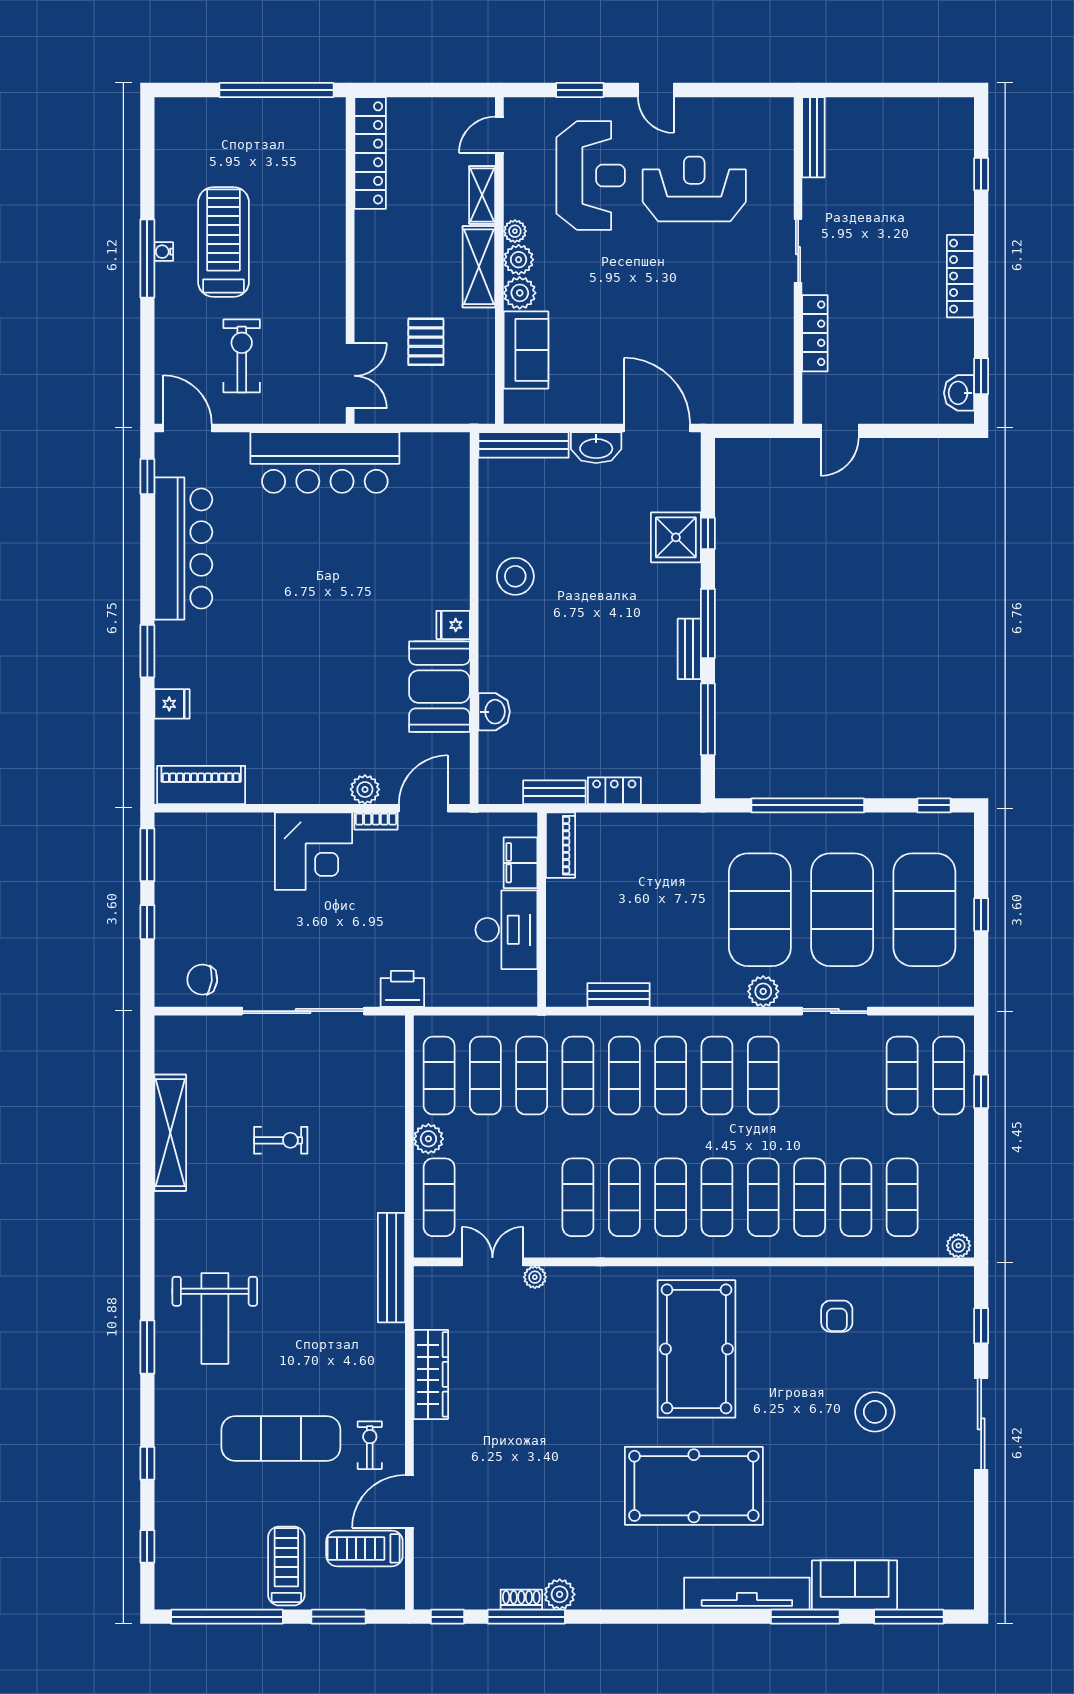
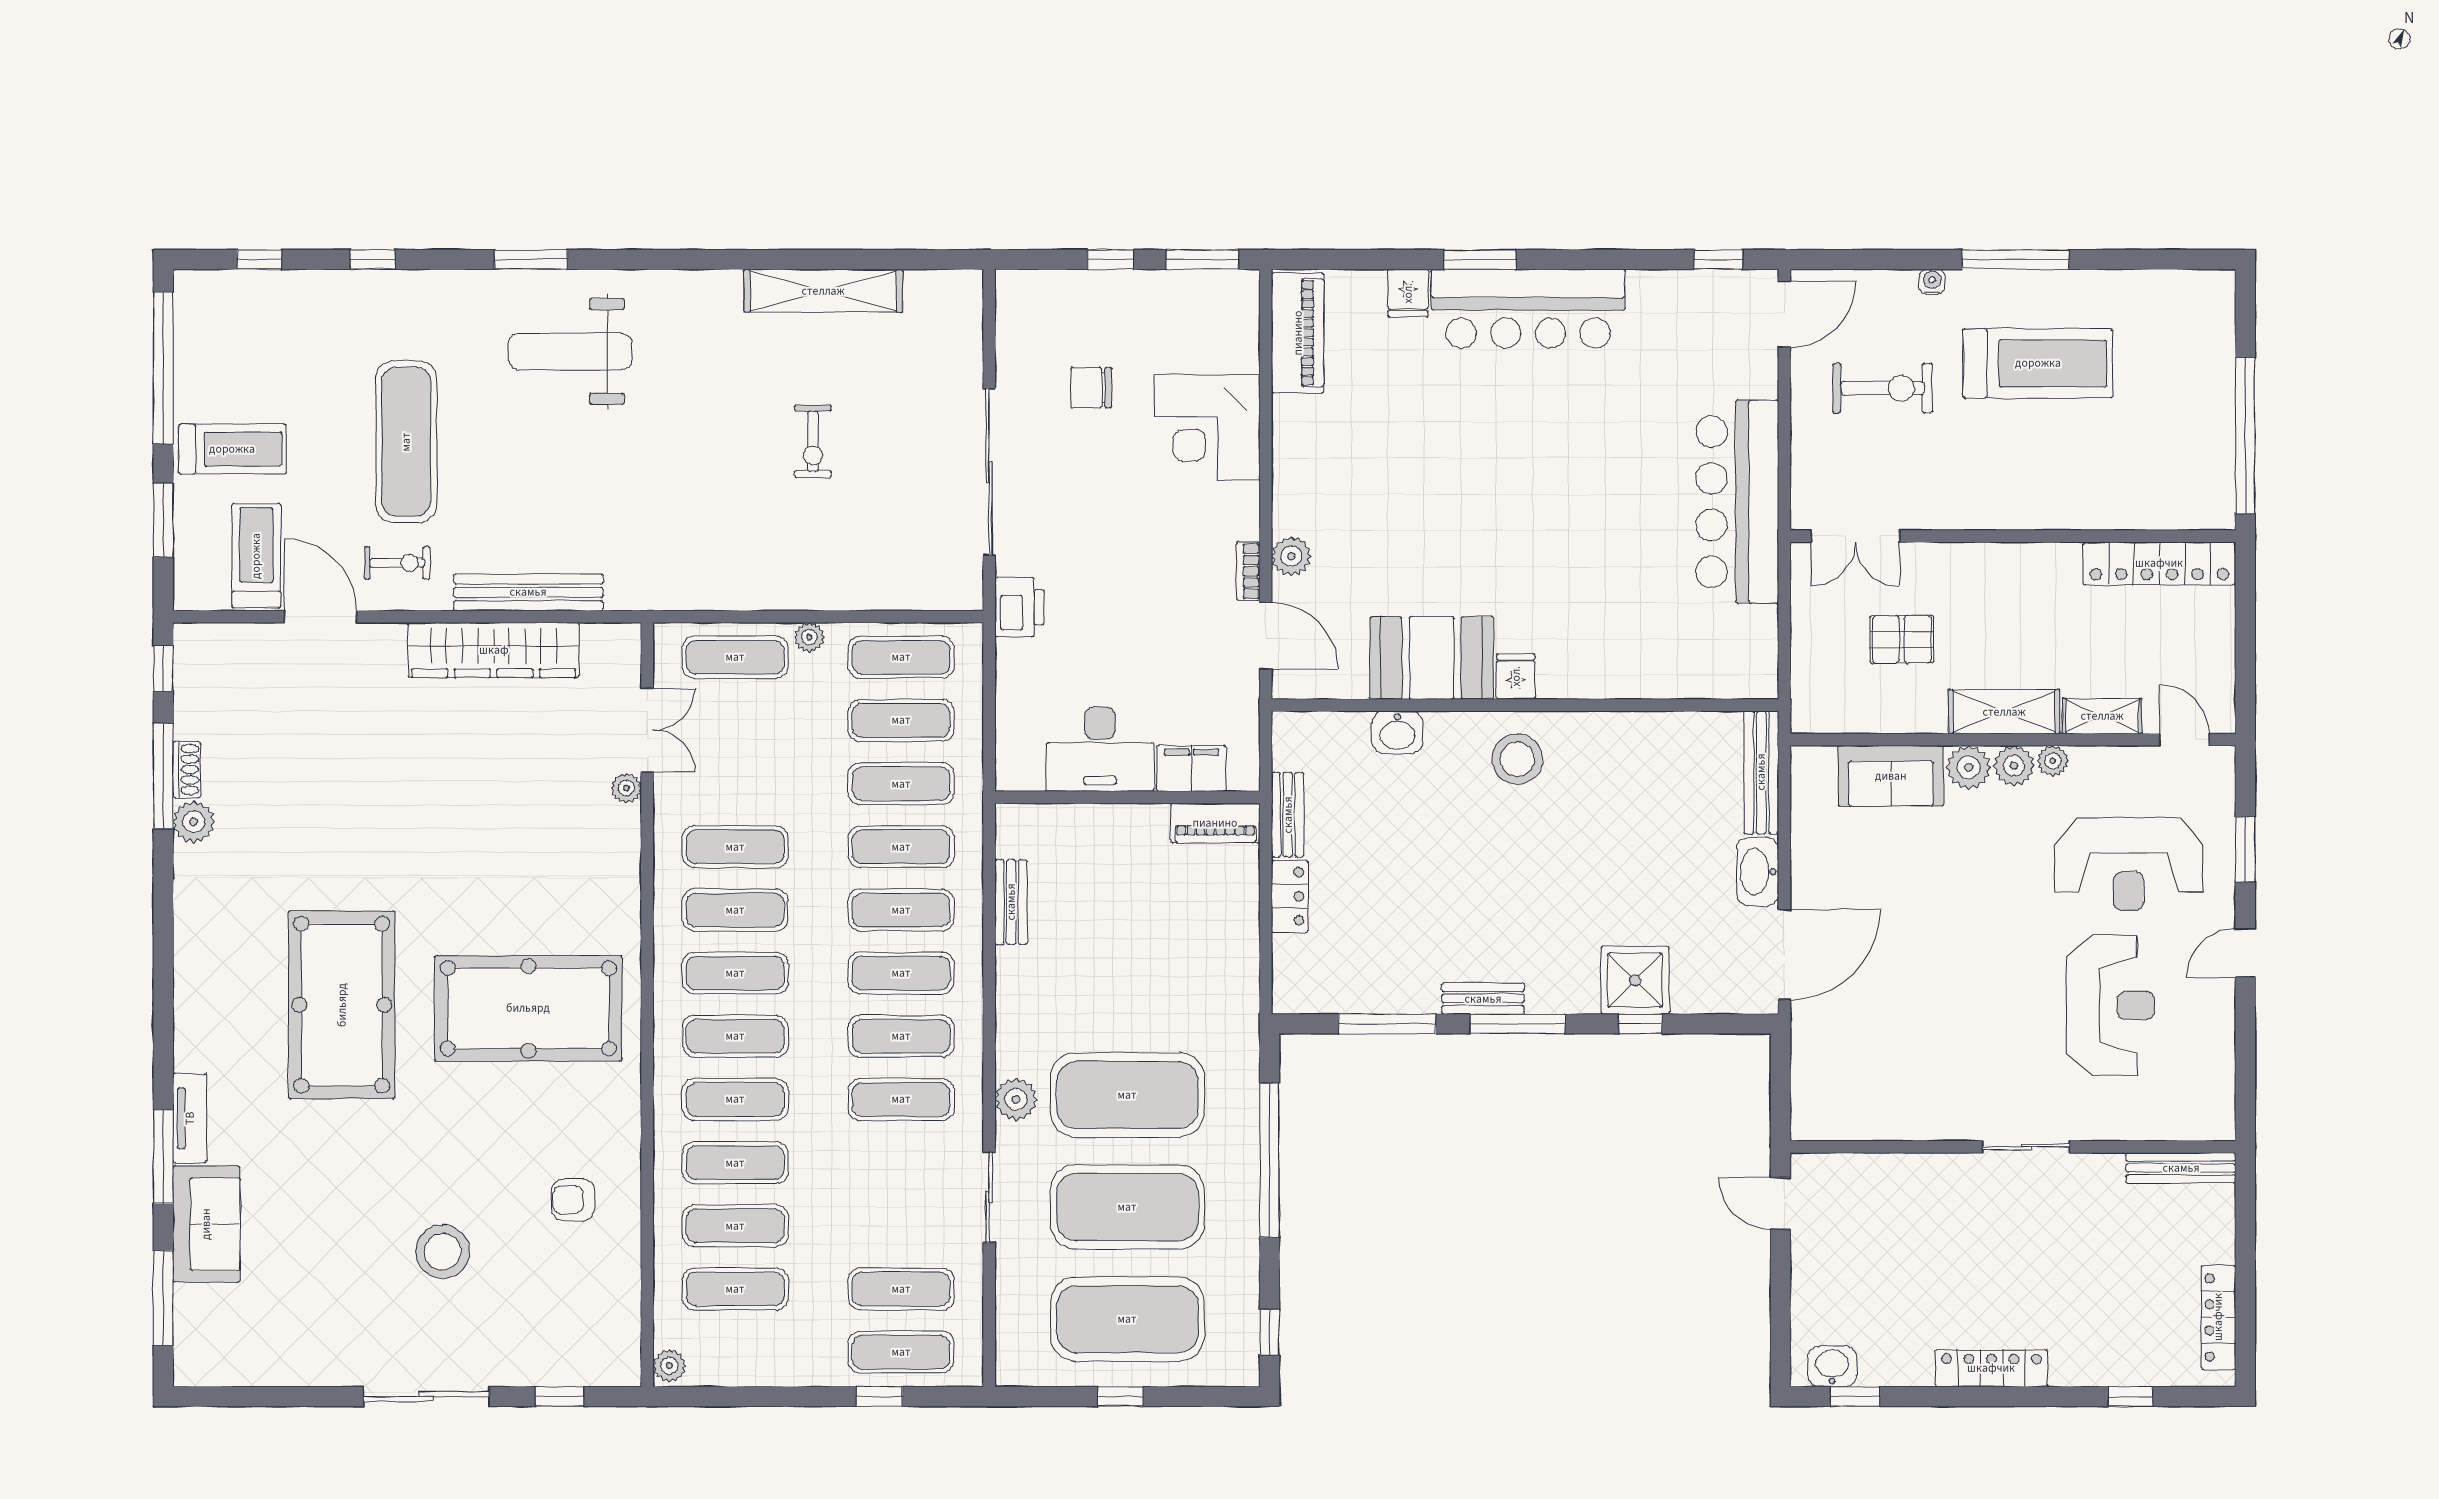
water cooler: (164, 252) -> (1932, 282), moved
locker: (815, 333) -> (2218, 1317), moved, turned 90
bar counter: (183, 549) -> (1528, 309), moved
stool: (515, 576) -> (1517, 759), moved
corner desk: (313, 851) -> (1207, 427), moved
chair: (202, 980) -> (1091, 388), moved, turned -96
plant: (428, 1139) -> (809, 637), width x0.73, depth x0.73
bench: (391, 1268) -> (528, 592), moved
wardrobe: (431, 1374) -> (494, 650), width x1.40, depth x1.17
tv unit: (747, 1594) -> (190, 1118), width x0.52, depth x0.78

